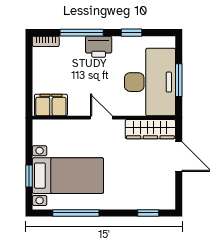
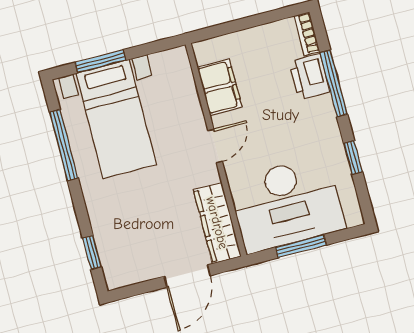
printer: (99, 47) -> (309, 77), moved
filing cabinet: (51, 105) -> (220, 87), moved
window: (29, 176) -> (100, 61), width x1.50

